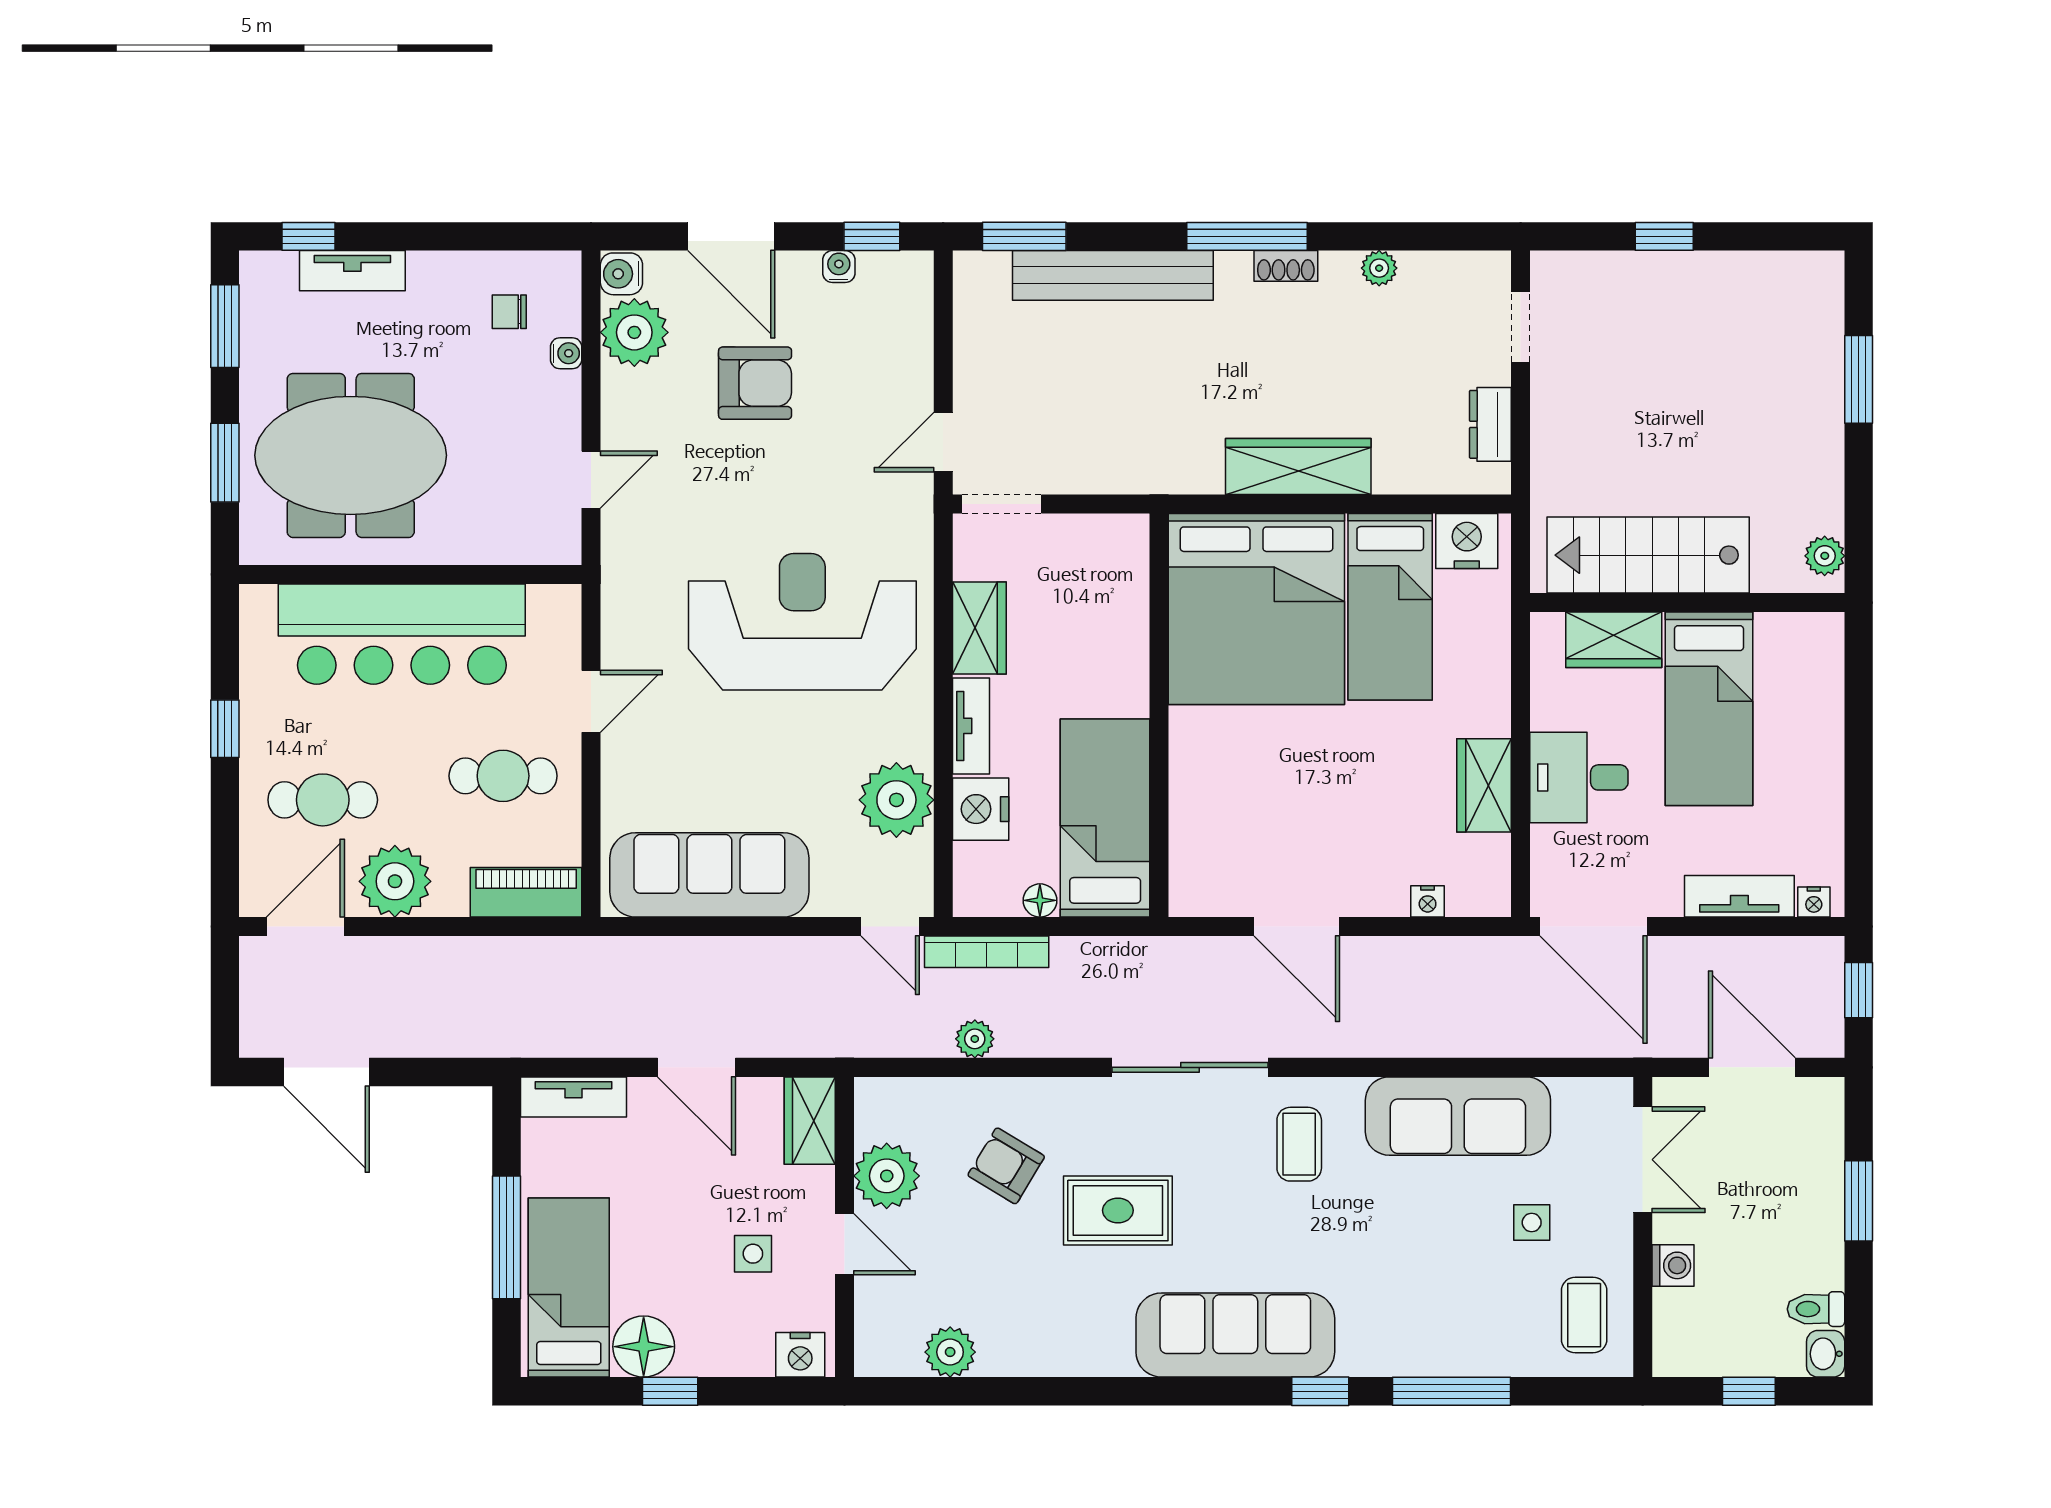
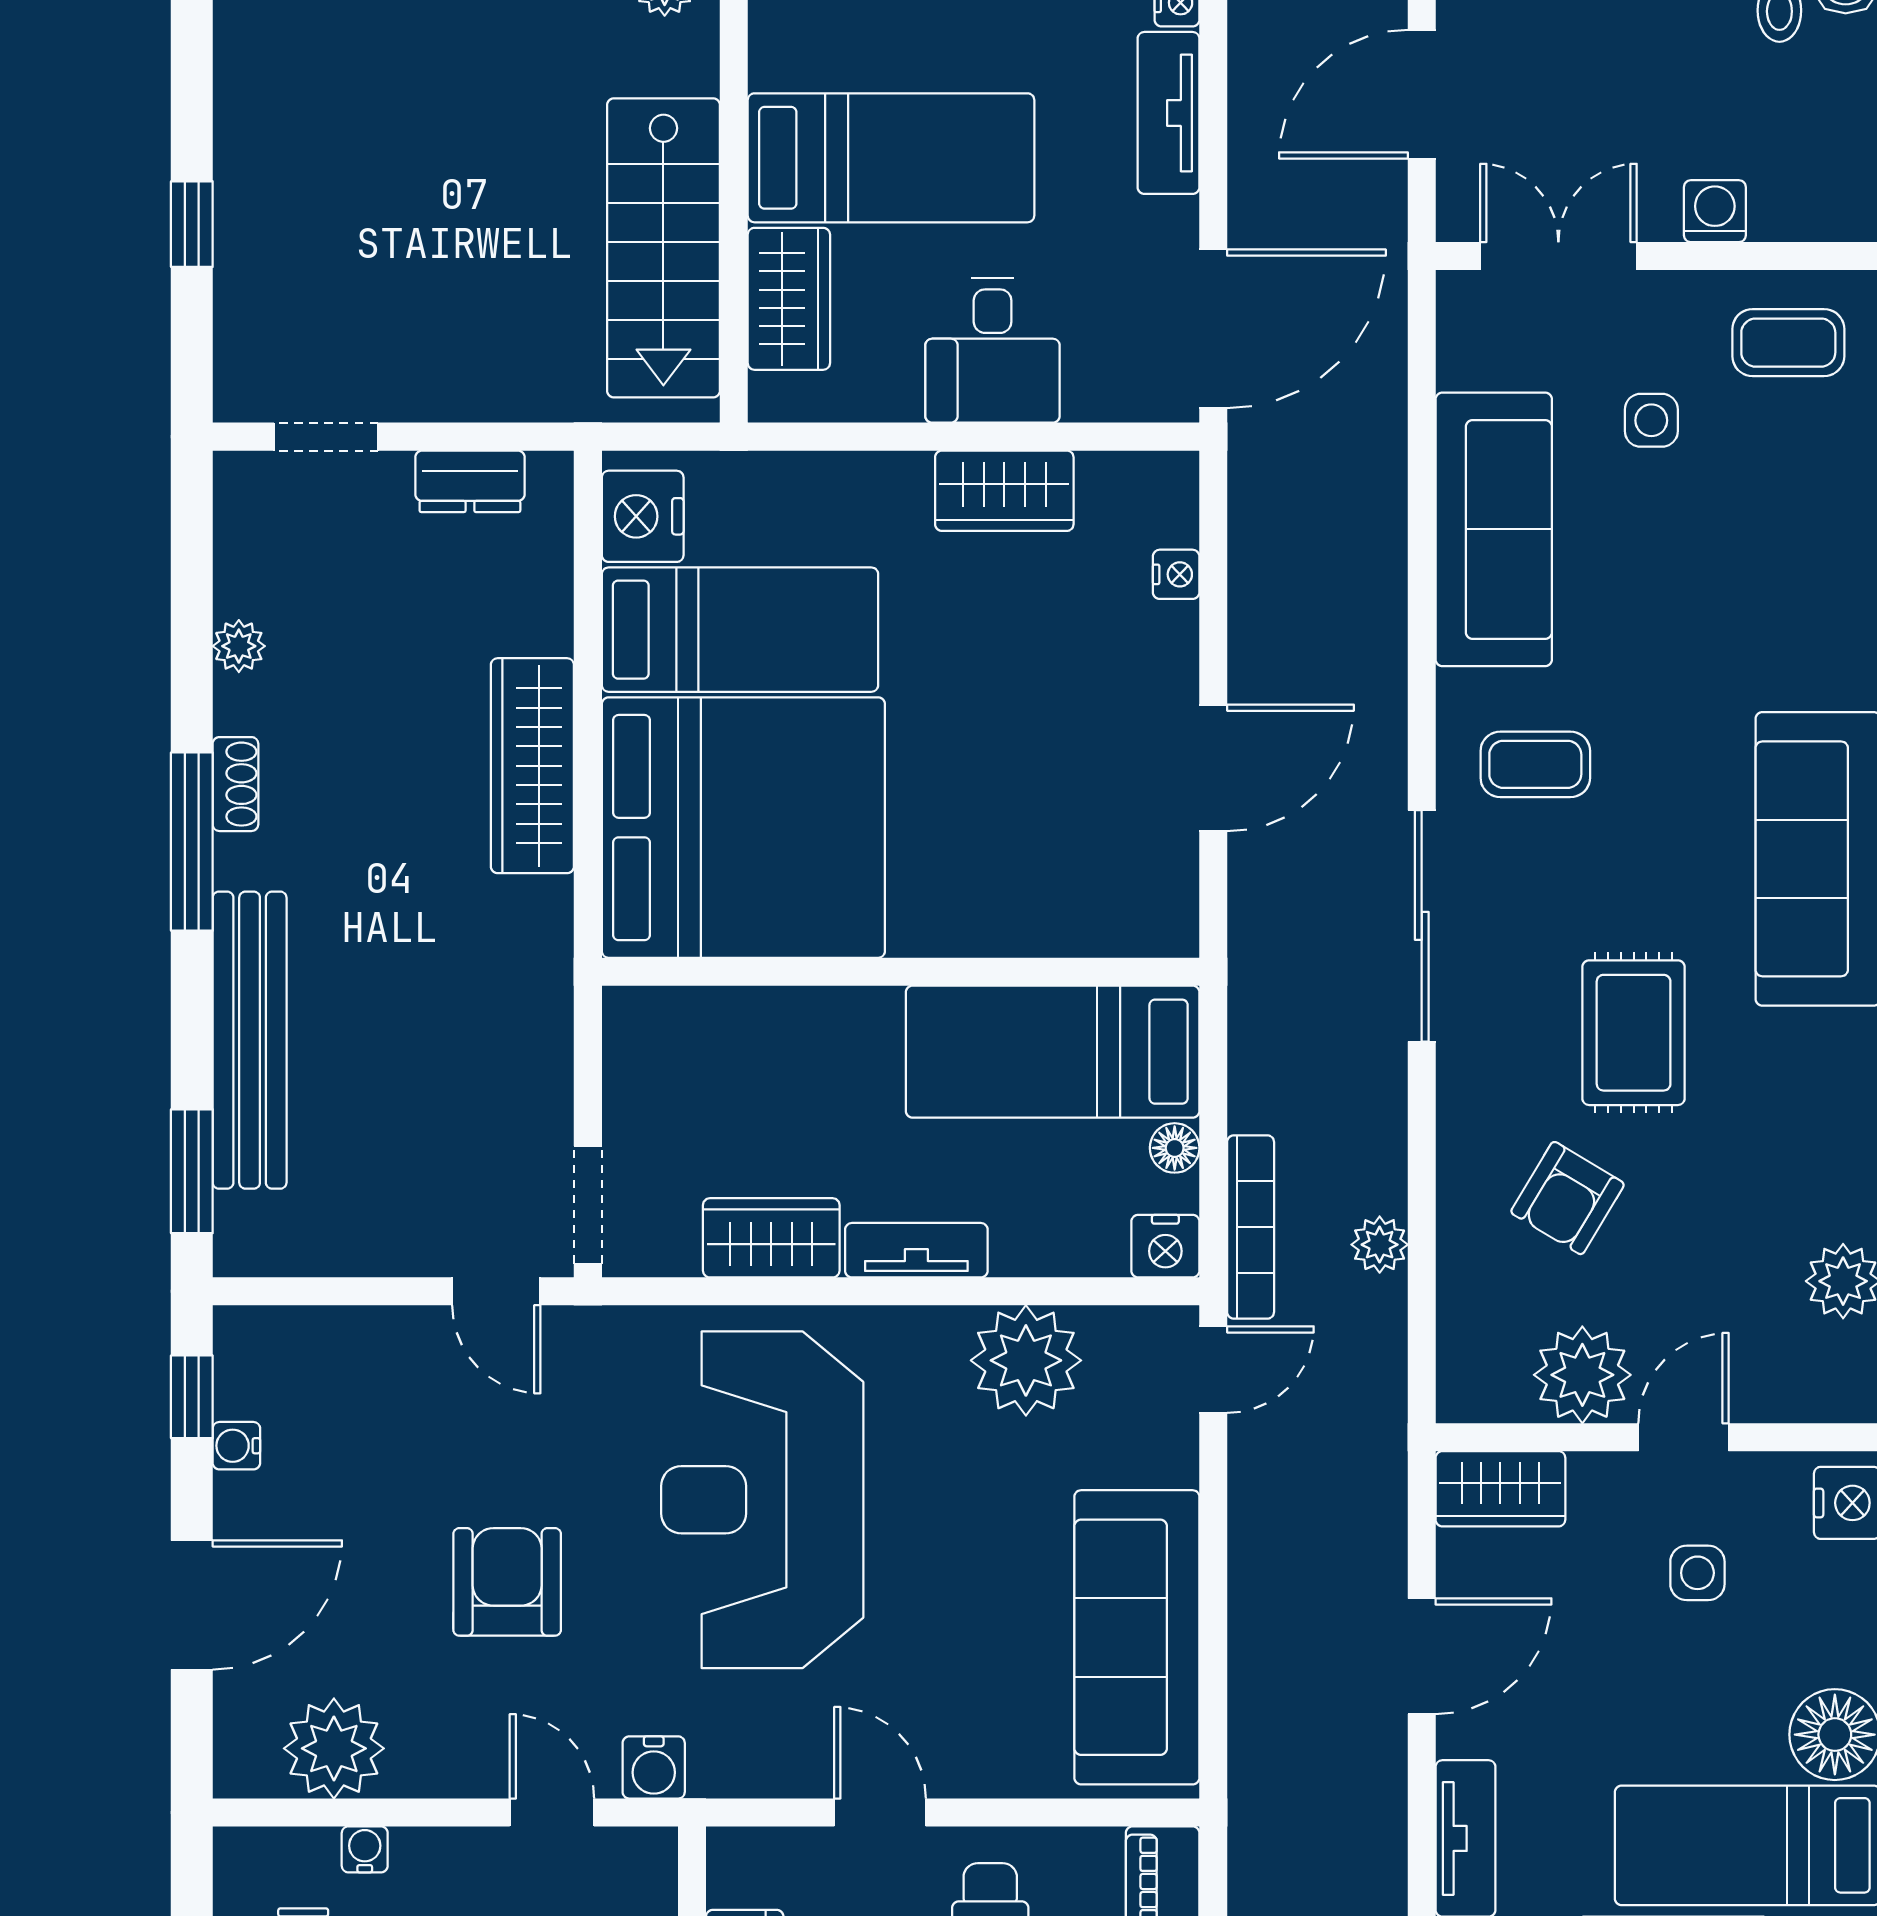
water cooler: (621, 274) -> (654, 1767), moved
armchair: (755, 383) -> (507, 1582), moved
nightstand: (981, 809) -> (1165, 1246), moved, width x0.74, depth x0.75

